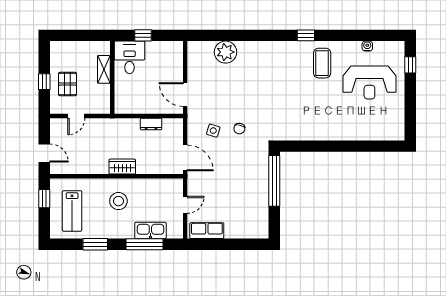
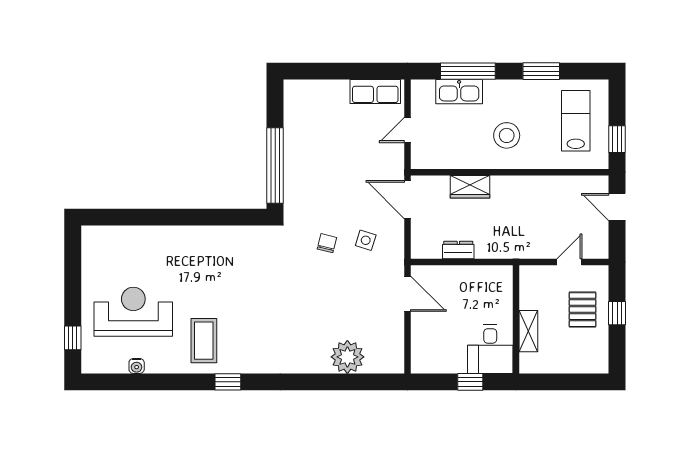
wardrobe: (122, 167) -> (470, 187), moved

